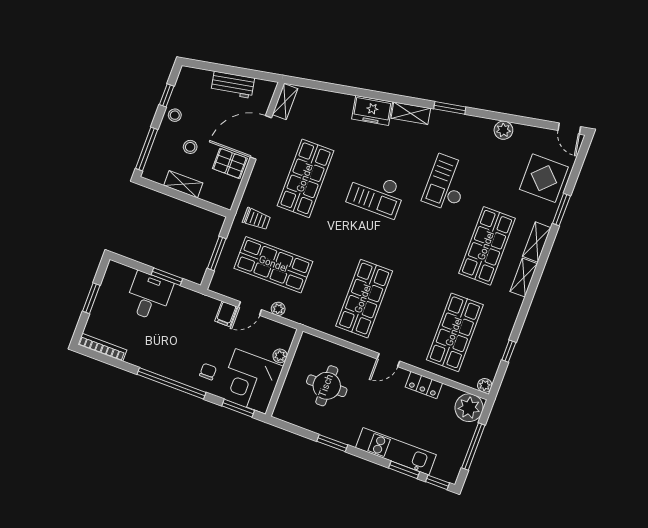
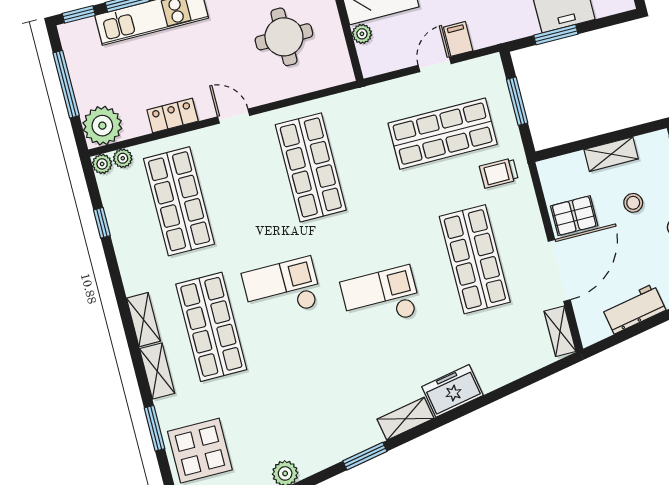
checkout: (447, 183) -> (282, 289), moved, turned -90
plant: (278, 309) -> (123, 158), moved
door: (388, 360) -> (234, 116), hinge flipped

